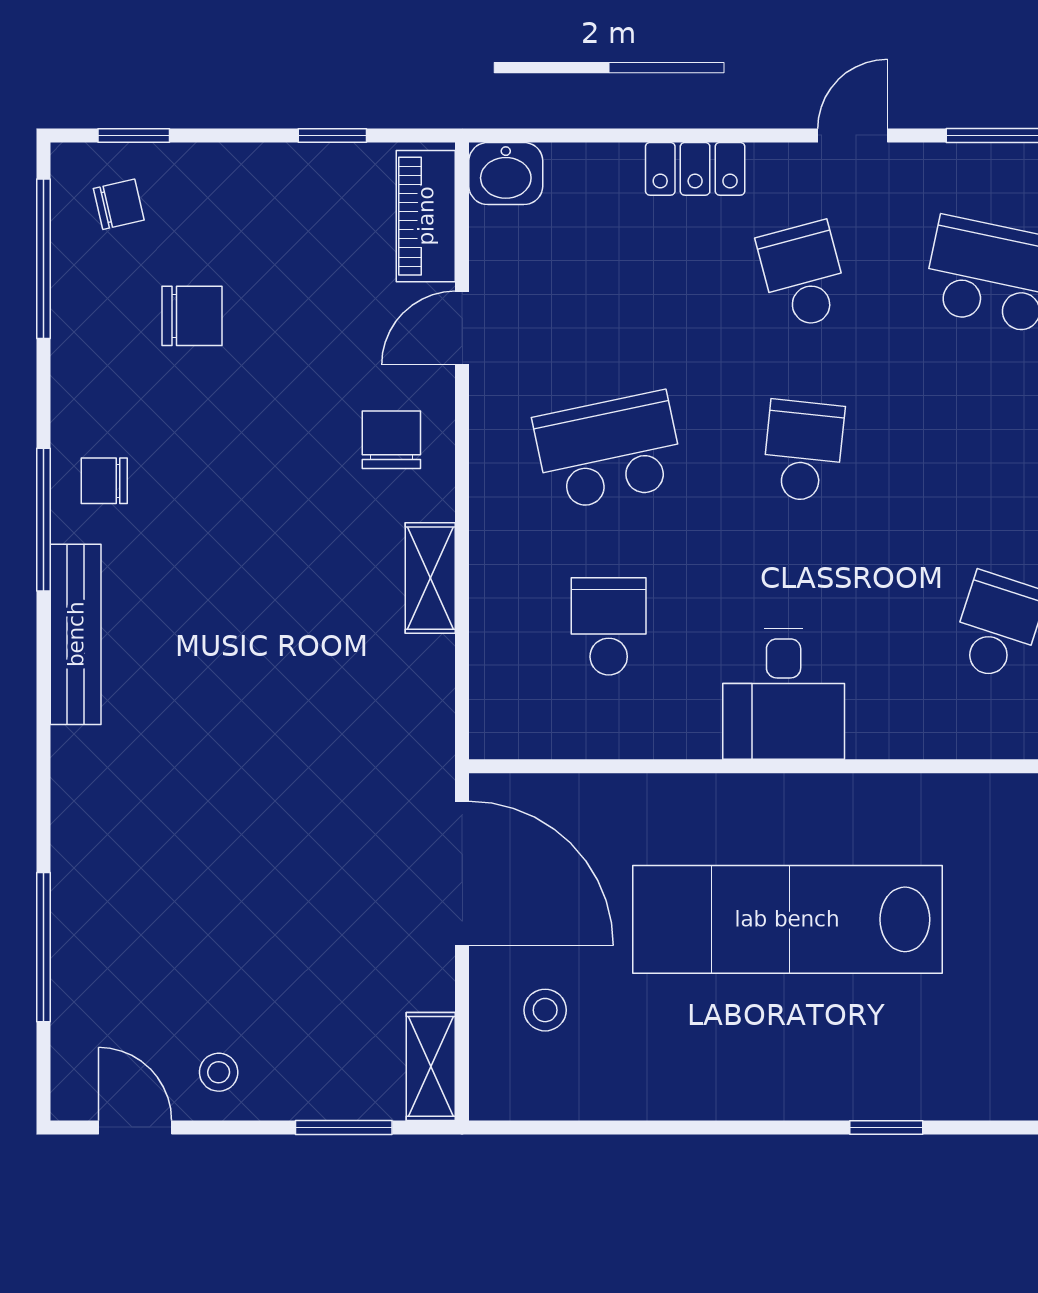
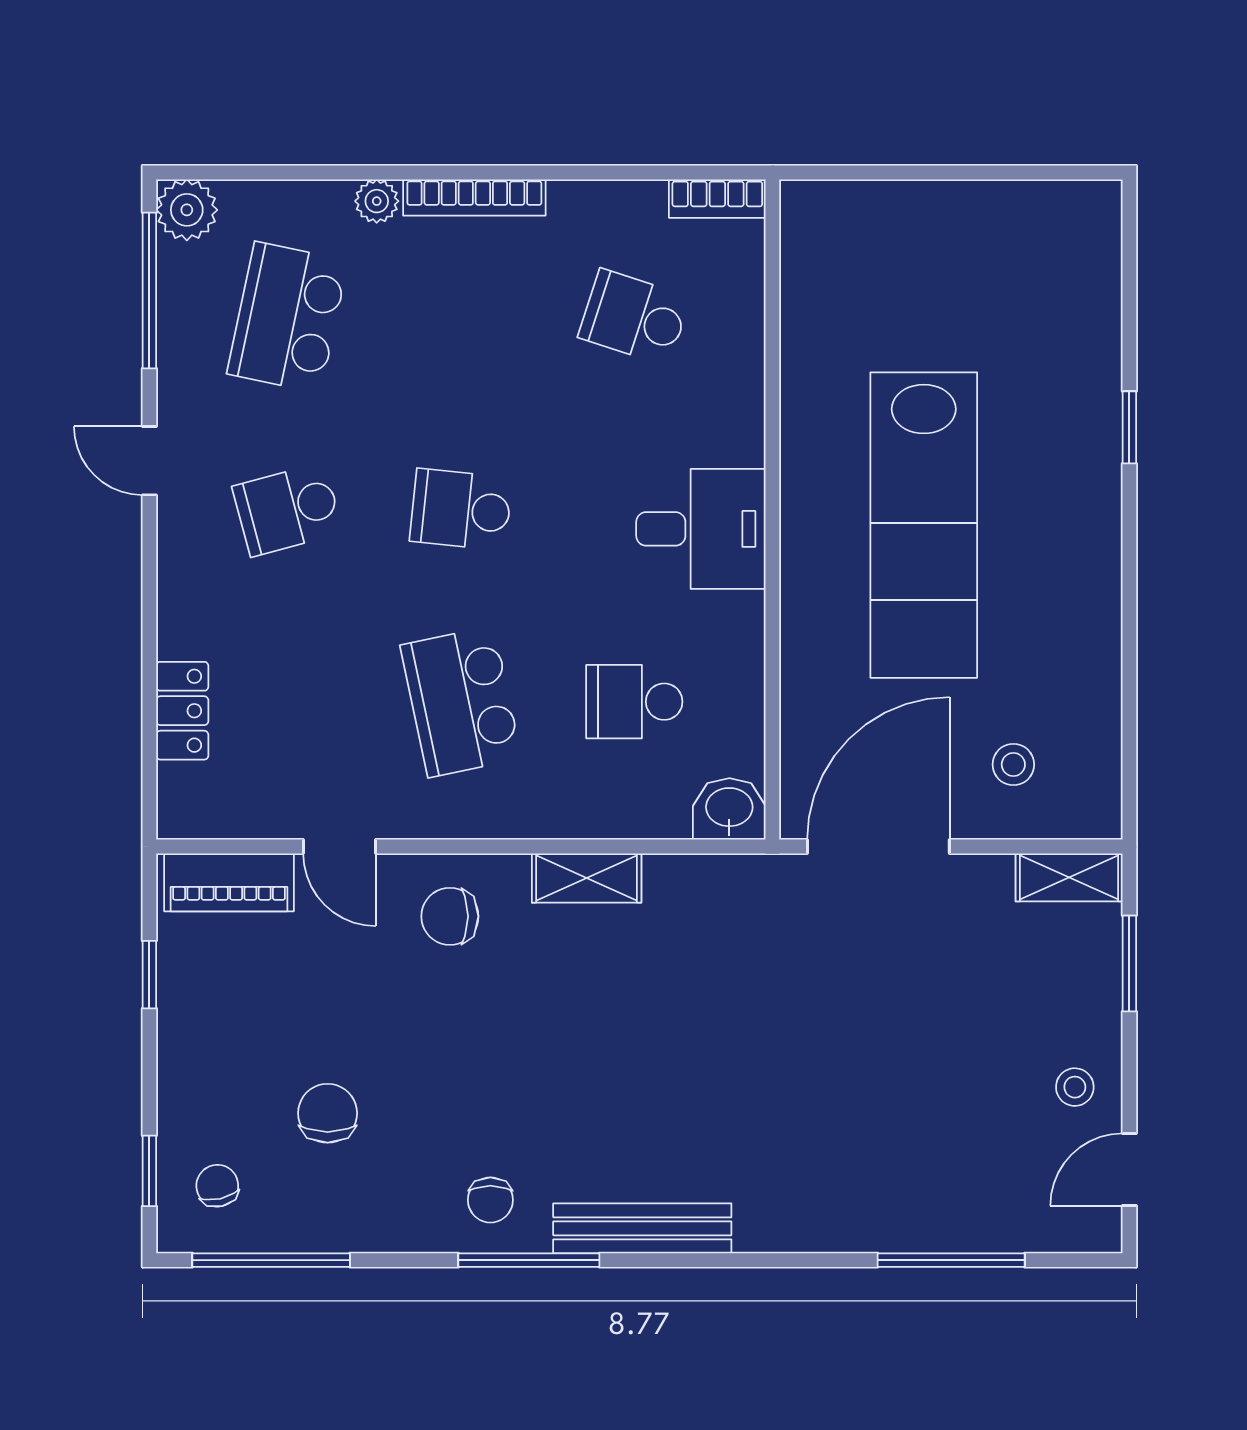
locker: (695, 169) -> (182, 711), moved
washbasin: (506, 174) -> (729, 809), moved, turned -90

